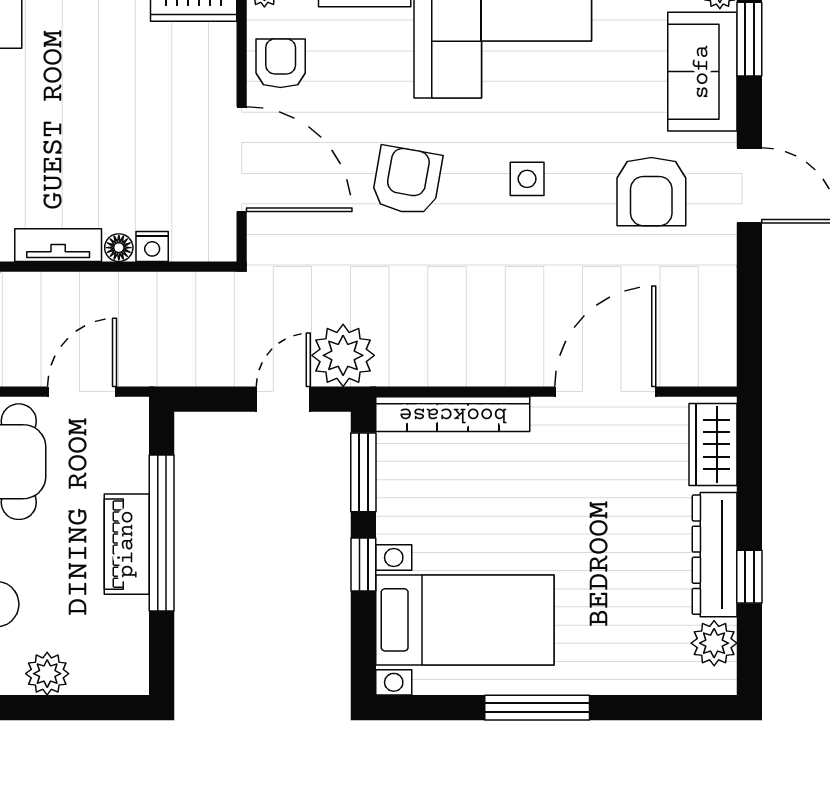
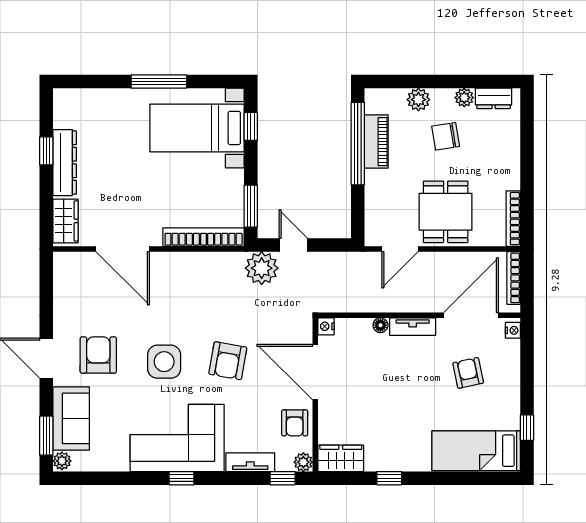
side table: (527, 179) -> (164, 362), width x1.87, depth x1.87
nightstand: (152, 246) -> (326, 326), moved, turned -90
door: (605, 392) -> (123, 249), hinge flipped
door: (283, 399) -> (293, 245), swing flipped
window: (162, 533) -> (358, 144), moved
piano: (127, 544) -> (376, 142), moved
window: (363, 564) -> (251, 126), moved
plant: (714, 643) -> (65, 116), removed

